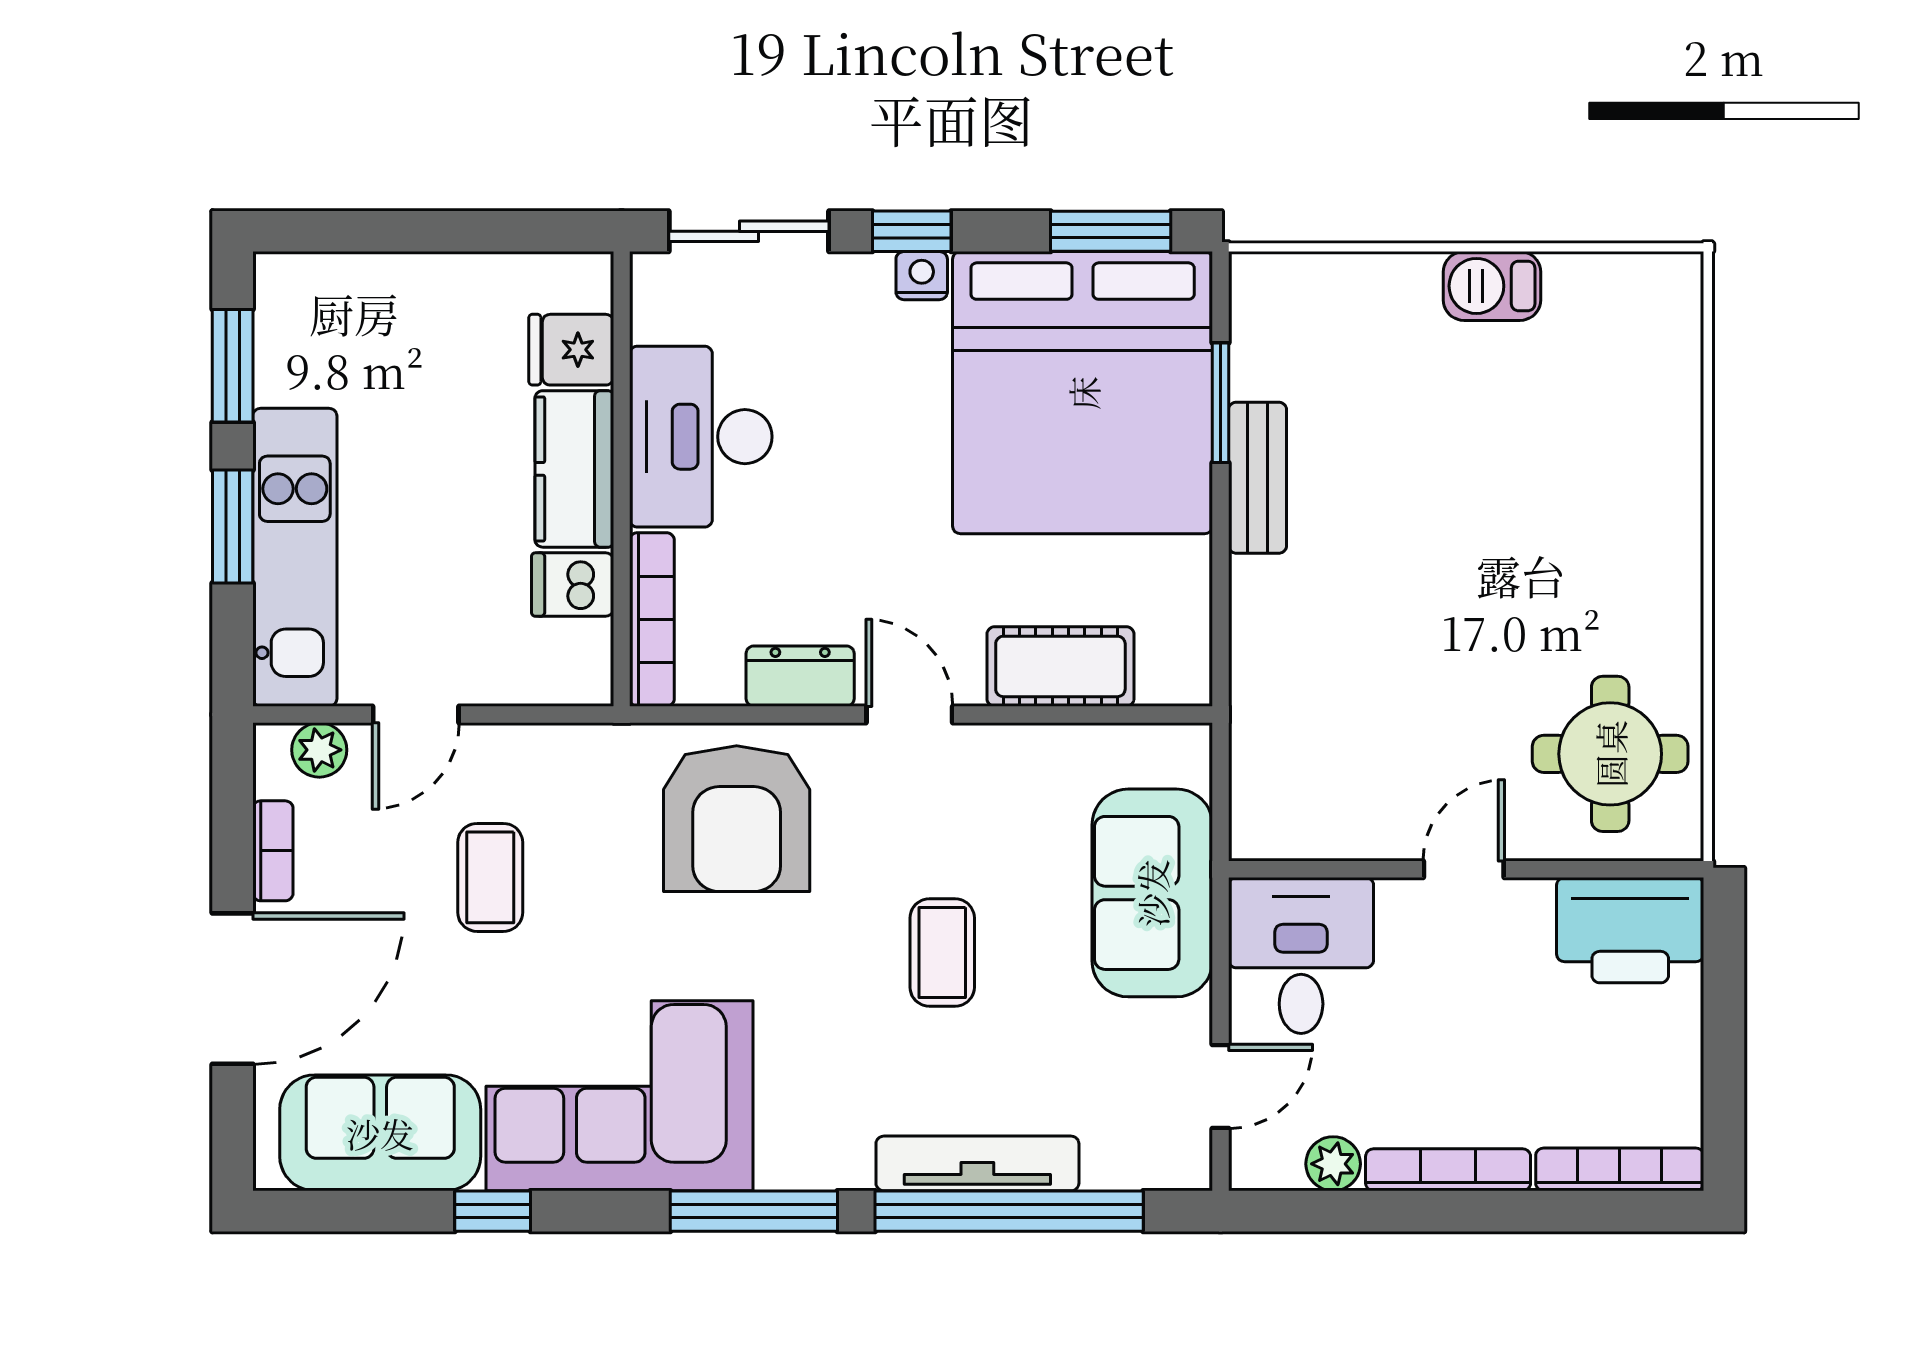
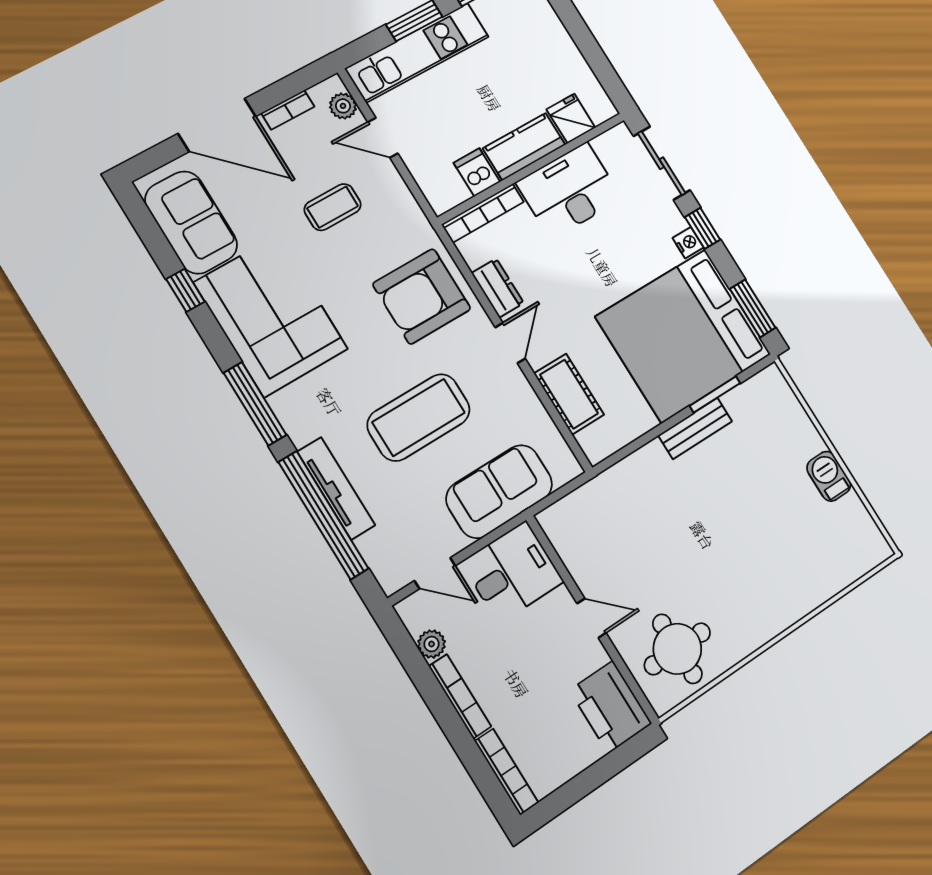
coffee table: (942, 953) -> (419, 417), width x1.86, depth x1.72

